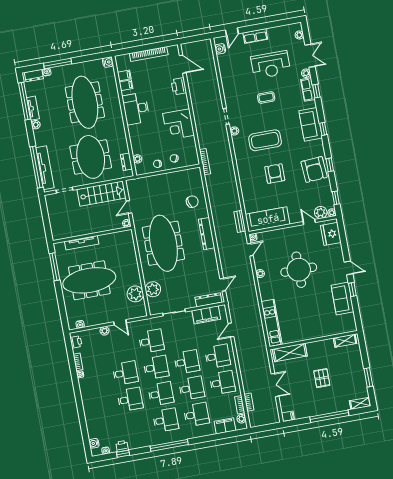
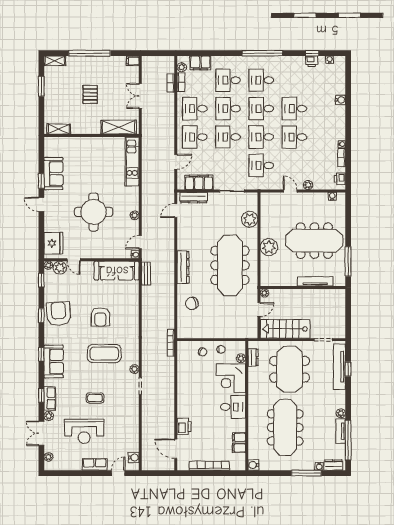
reception desk: (271, 65) -> (84, 431), turned 180
desk: (136, 109) -> (233, 407), width x0.73
corner desk: (178, 124) -> (231, 378), moved, turned 180
window: (36, 167) -> (348, 369), width x0.32
plant: (135, 294) -> (269, 247), moved
water cooler: (94, 443) -> (340, 100), moved

